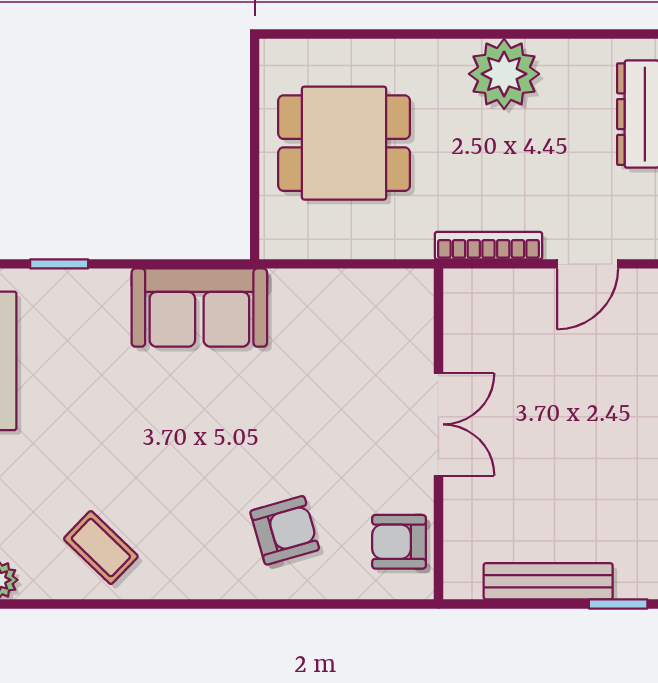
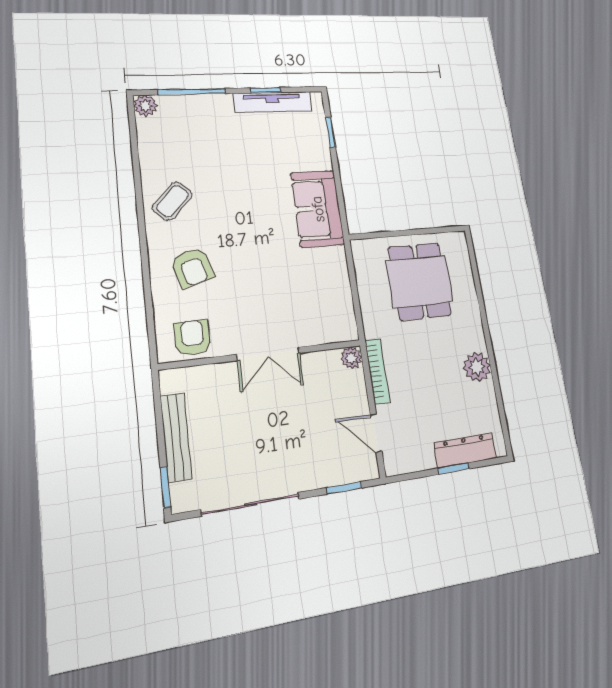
plant: (504, 74) -> (477, 367), width x0.73, depth x0.73
plant: (461, 287) -> (351, 358), added
coffee table: (101, 548) -> (172, 201), moved

